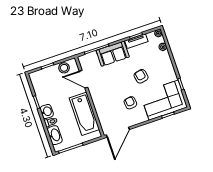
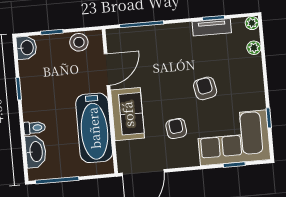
sofa: (113, 54) -> (128, 114), moved, turned -90
door: (84, 79) -> (107, 70), swing flipped
washbasin: (47, 111) -> (26, 48), moved

